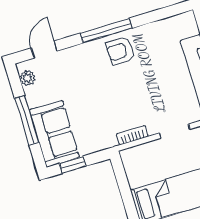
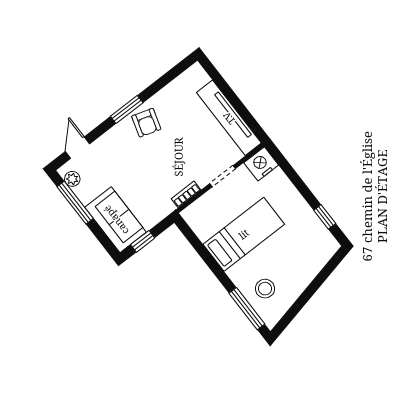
window: (106, 31) -> (127, 109), width x0.69
armchair: (120, 51) -> (146, 123), turned -73
window: (27, 120) -> (75, 203), moved

